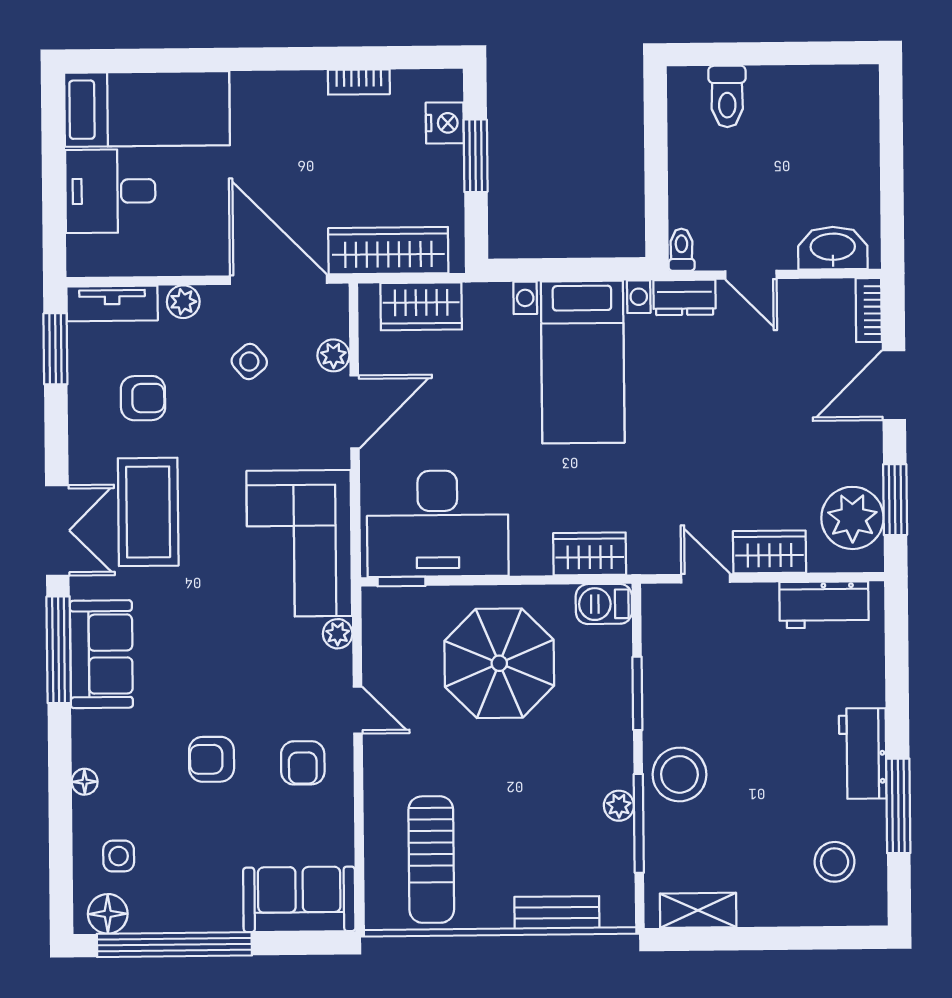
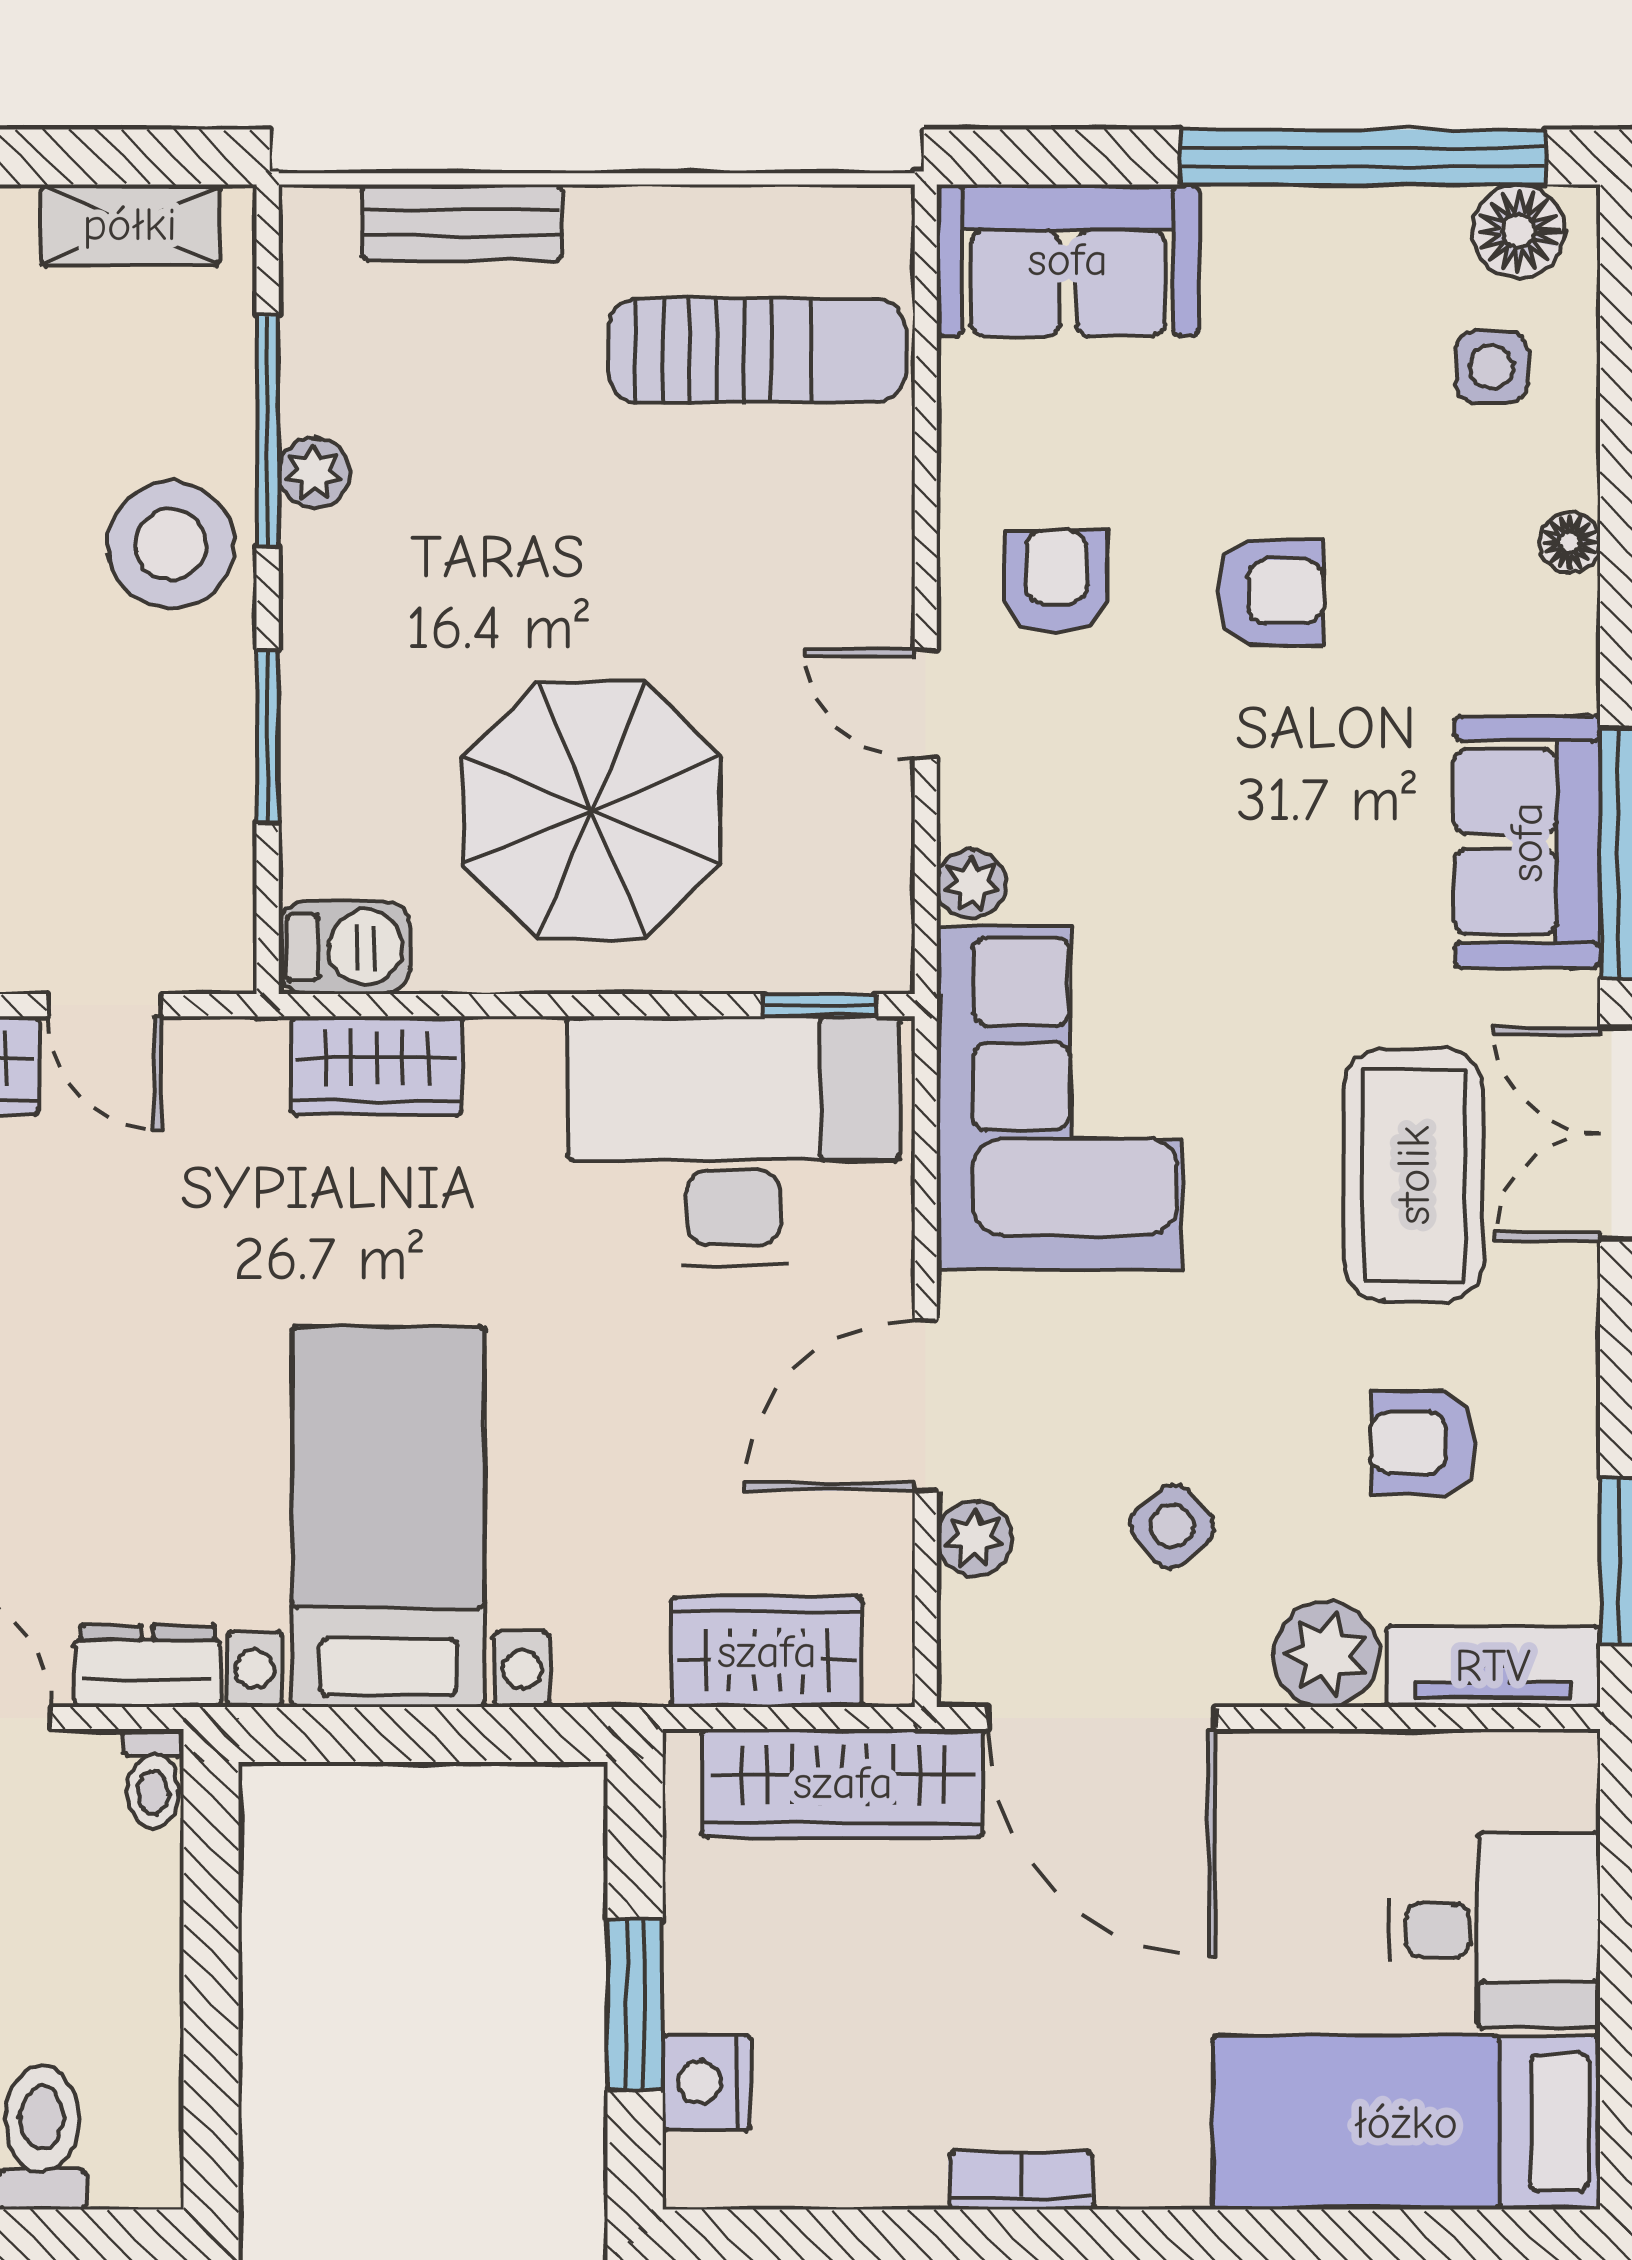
bookcase: (359, 82) -> (1021, 2181), moved
plant: (183, 302) -> (1326, 1654), width x1.38, depth x1.38
sun lounger: (431, 860) -> (757, 351), turned 90

